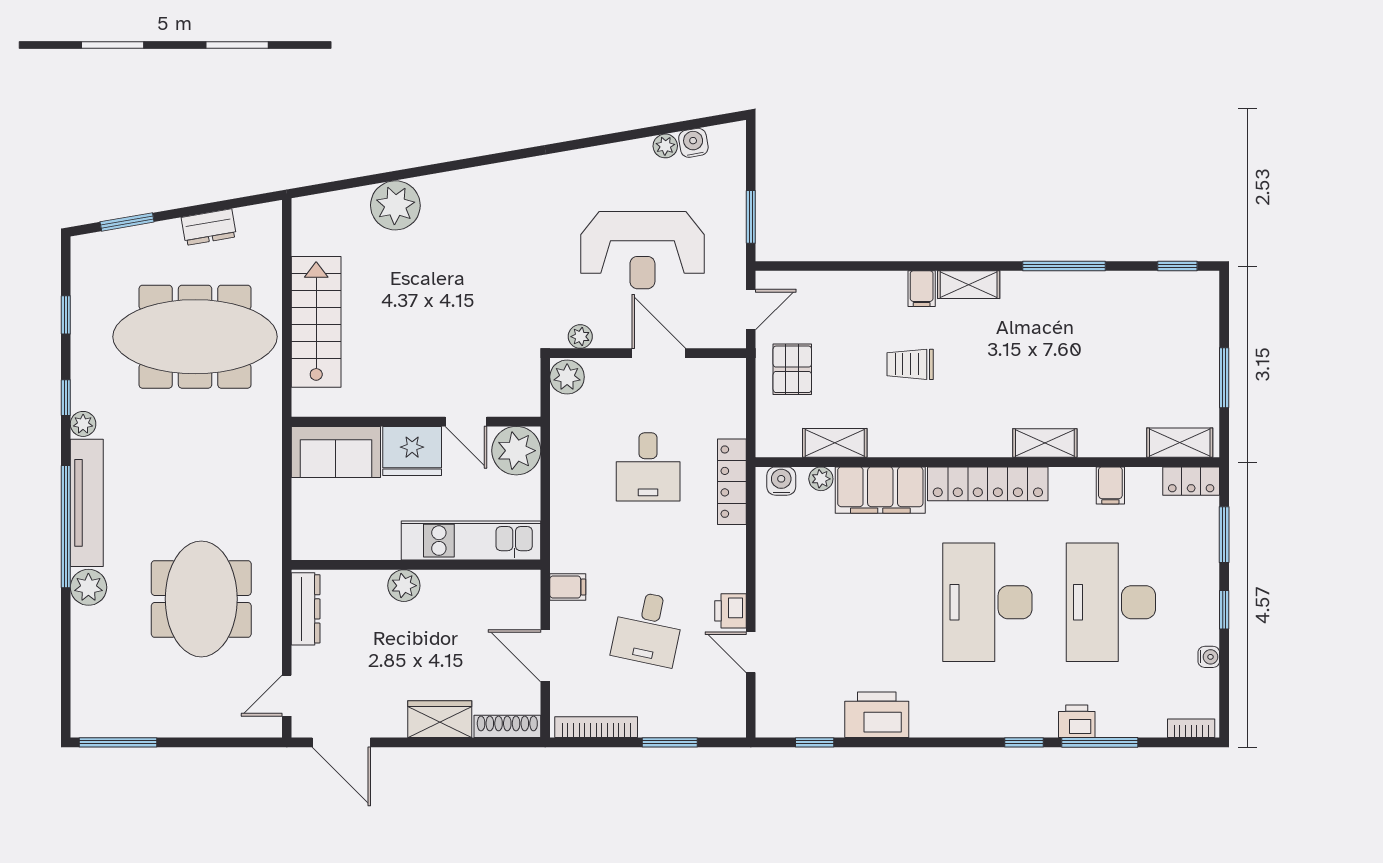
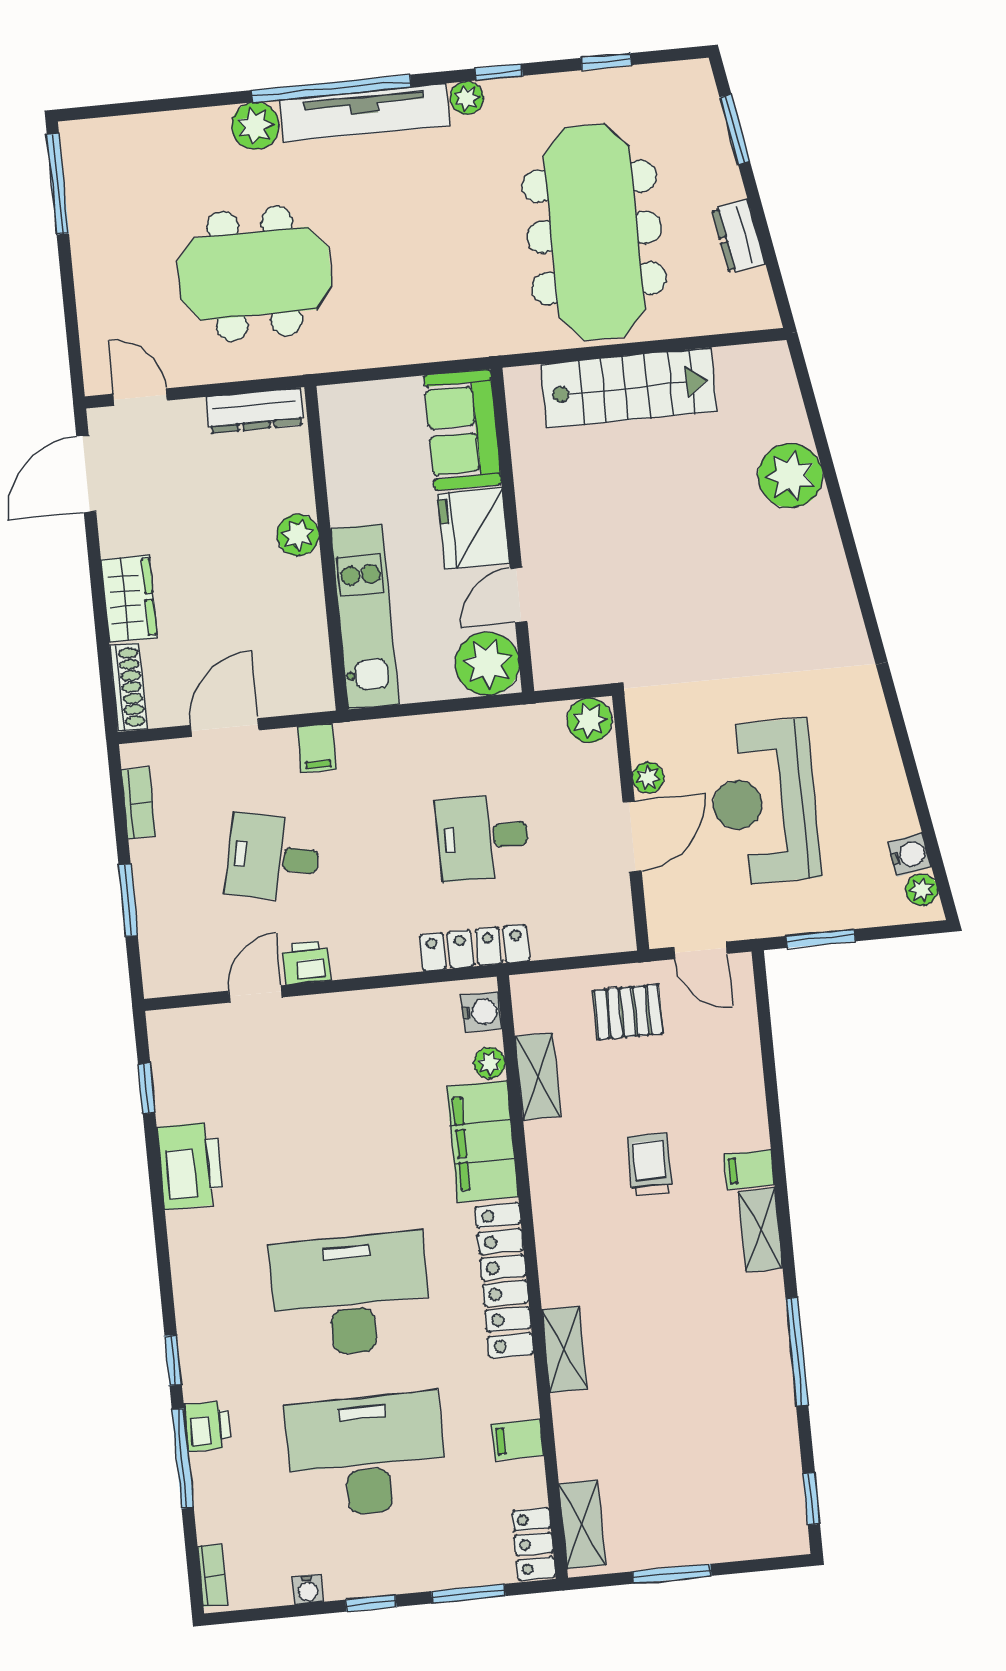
plant: (665, 146) -> (922, 890), moved
plant: (580, 337) -> (648, 778), moved
bookcase: (596, 727) -> (138, 803), width x0.64

